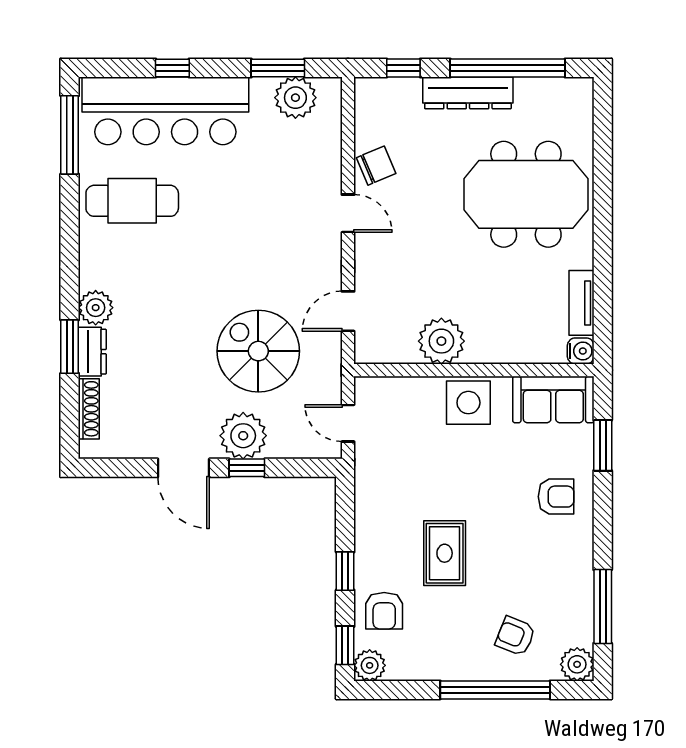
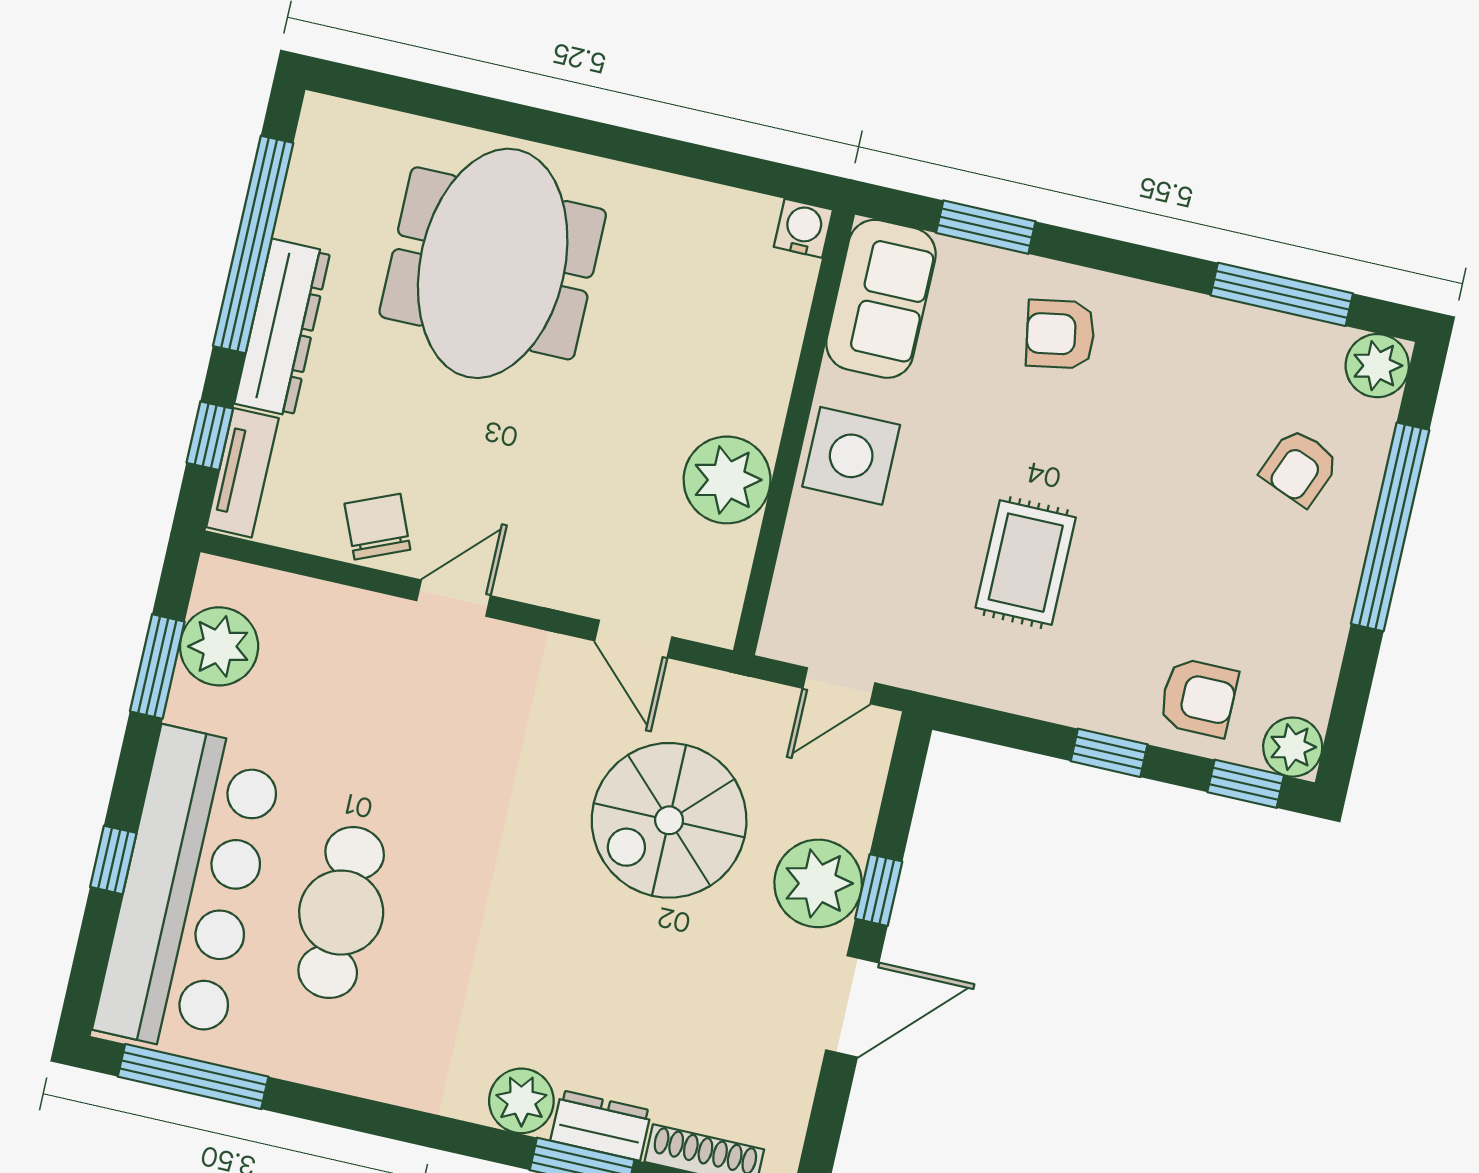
cafe table: (132, 201) -> (341, 913), moved
tv unit: (581, 303) -> (242, 473), moved, turned -90
armchair: (556, 497) -> (1060, 334), turned -100
rug: (445, 553) -> (1026, 563), moved, turned 90

